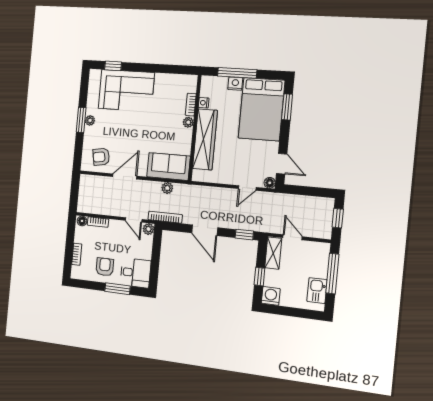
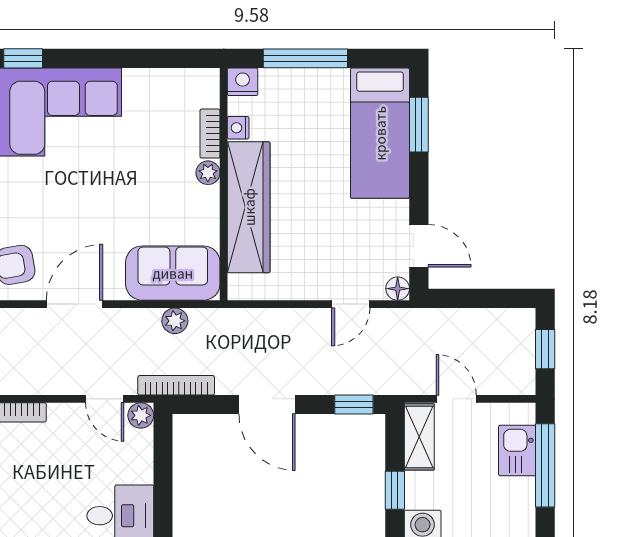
nightstand: (235, 84) -> (243, 82), moved
bed: (261, 109) -> (380, 133), width x0.67
armchair: (105, 267) -> (48, 511), removed
kitchen sink: (317, 291) -> (517, 450), moved

